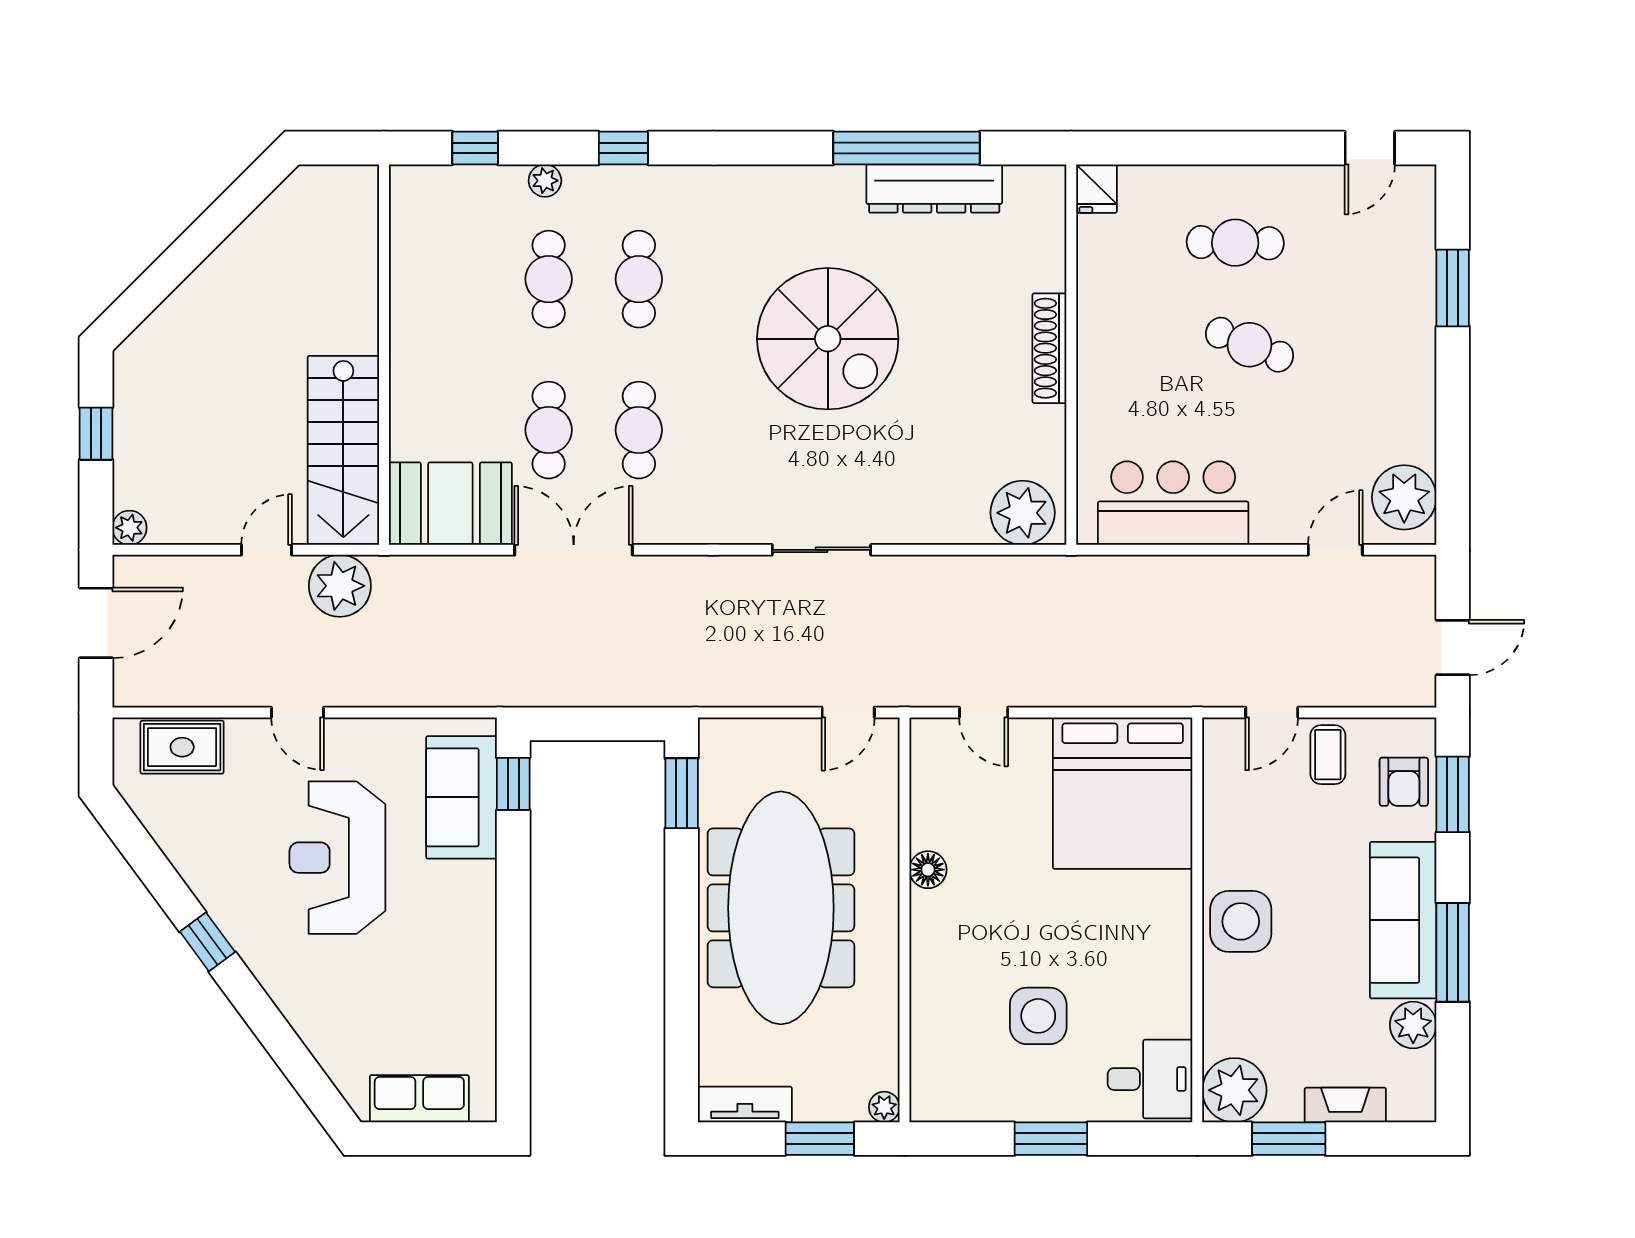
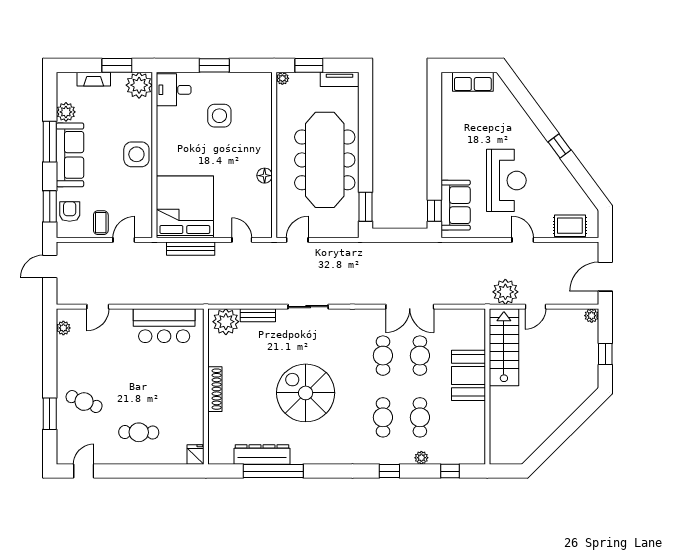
cafe table: (1249, 345) -> (84, 402), moved
plant: (1404, 497) -> (63, 328), width x0.53, depth x0.53
booth: (450, 504) -> (468, 375), moved, turned 90
bench: (944, 529) -> (258, 315), added
bench: (1108, 691) -> (191, 249), added

